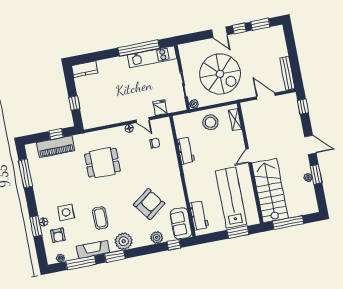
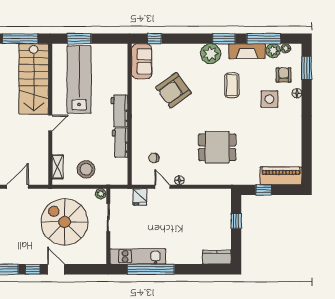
door: (266, 96) -> (17, 187), swing flipped
piano: (56, 147) -> (281, 176), moved
window: (26, 173) -> (307, 152), removed
lab bench: (231, 198) -> (79, 79), turned 180
workbench: (199, 216) -> (119, 111), moved
window: (36, 226) -> (307, 68), moved
plant: (157, 237) -> (273, 51), moved

